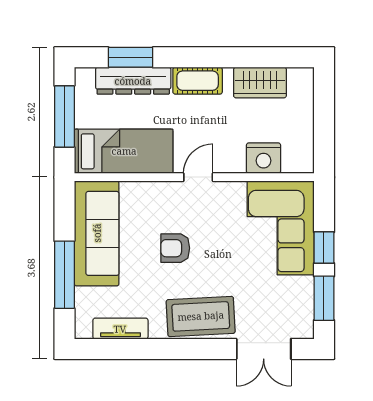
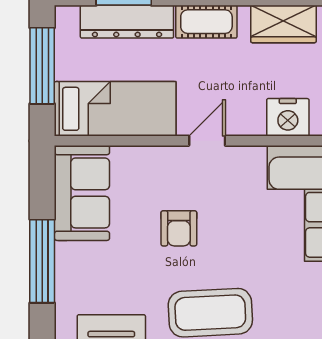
sofa: (97, 233) -> (82, 193), width x0.73
armchair: (175, 248) -> (179, 228), turned -90

